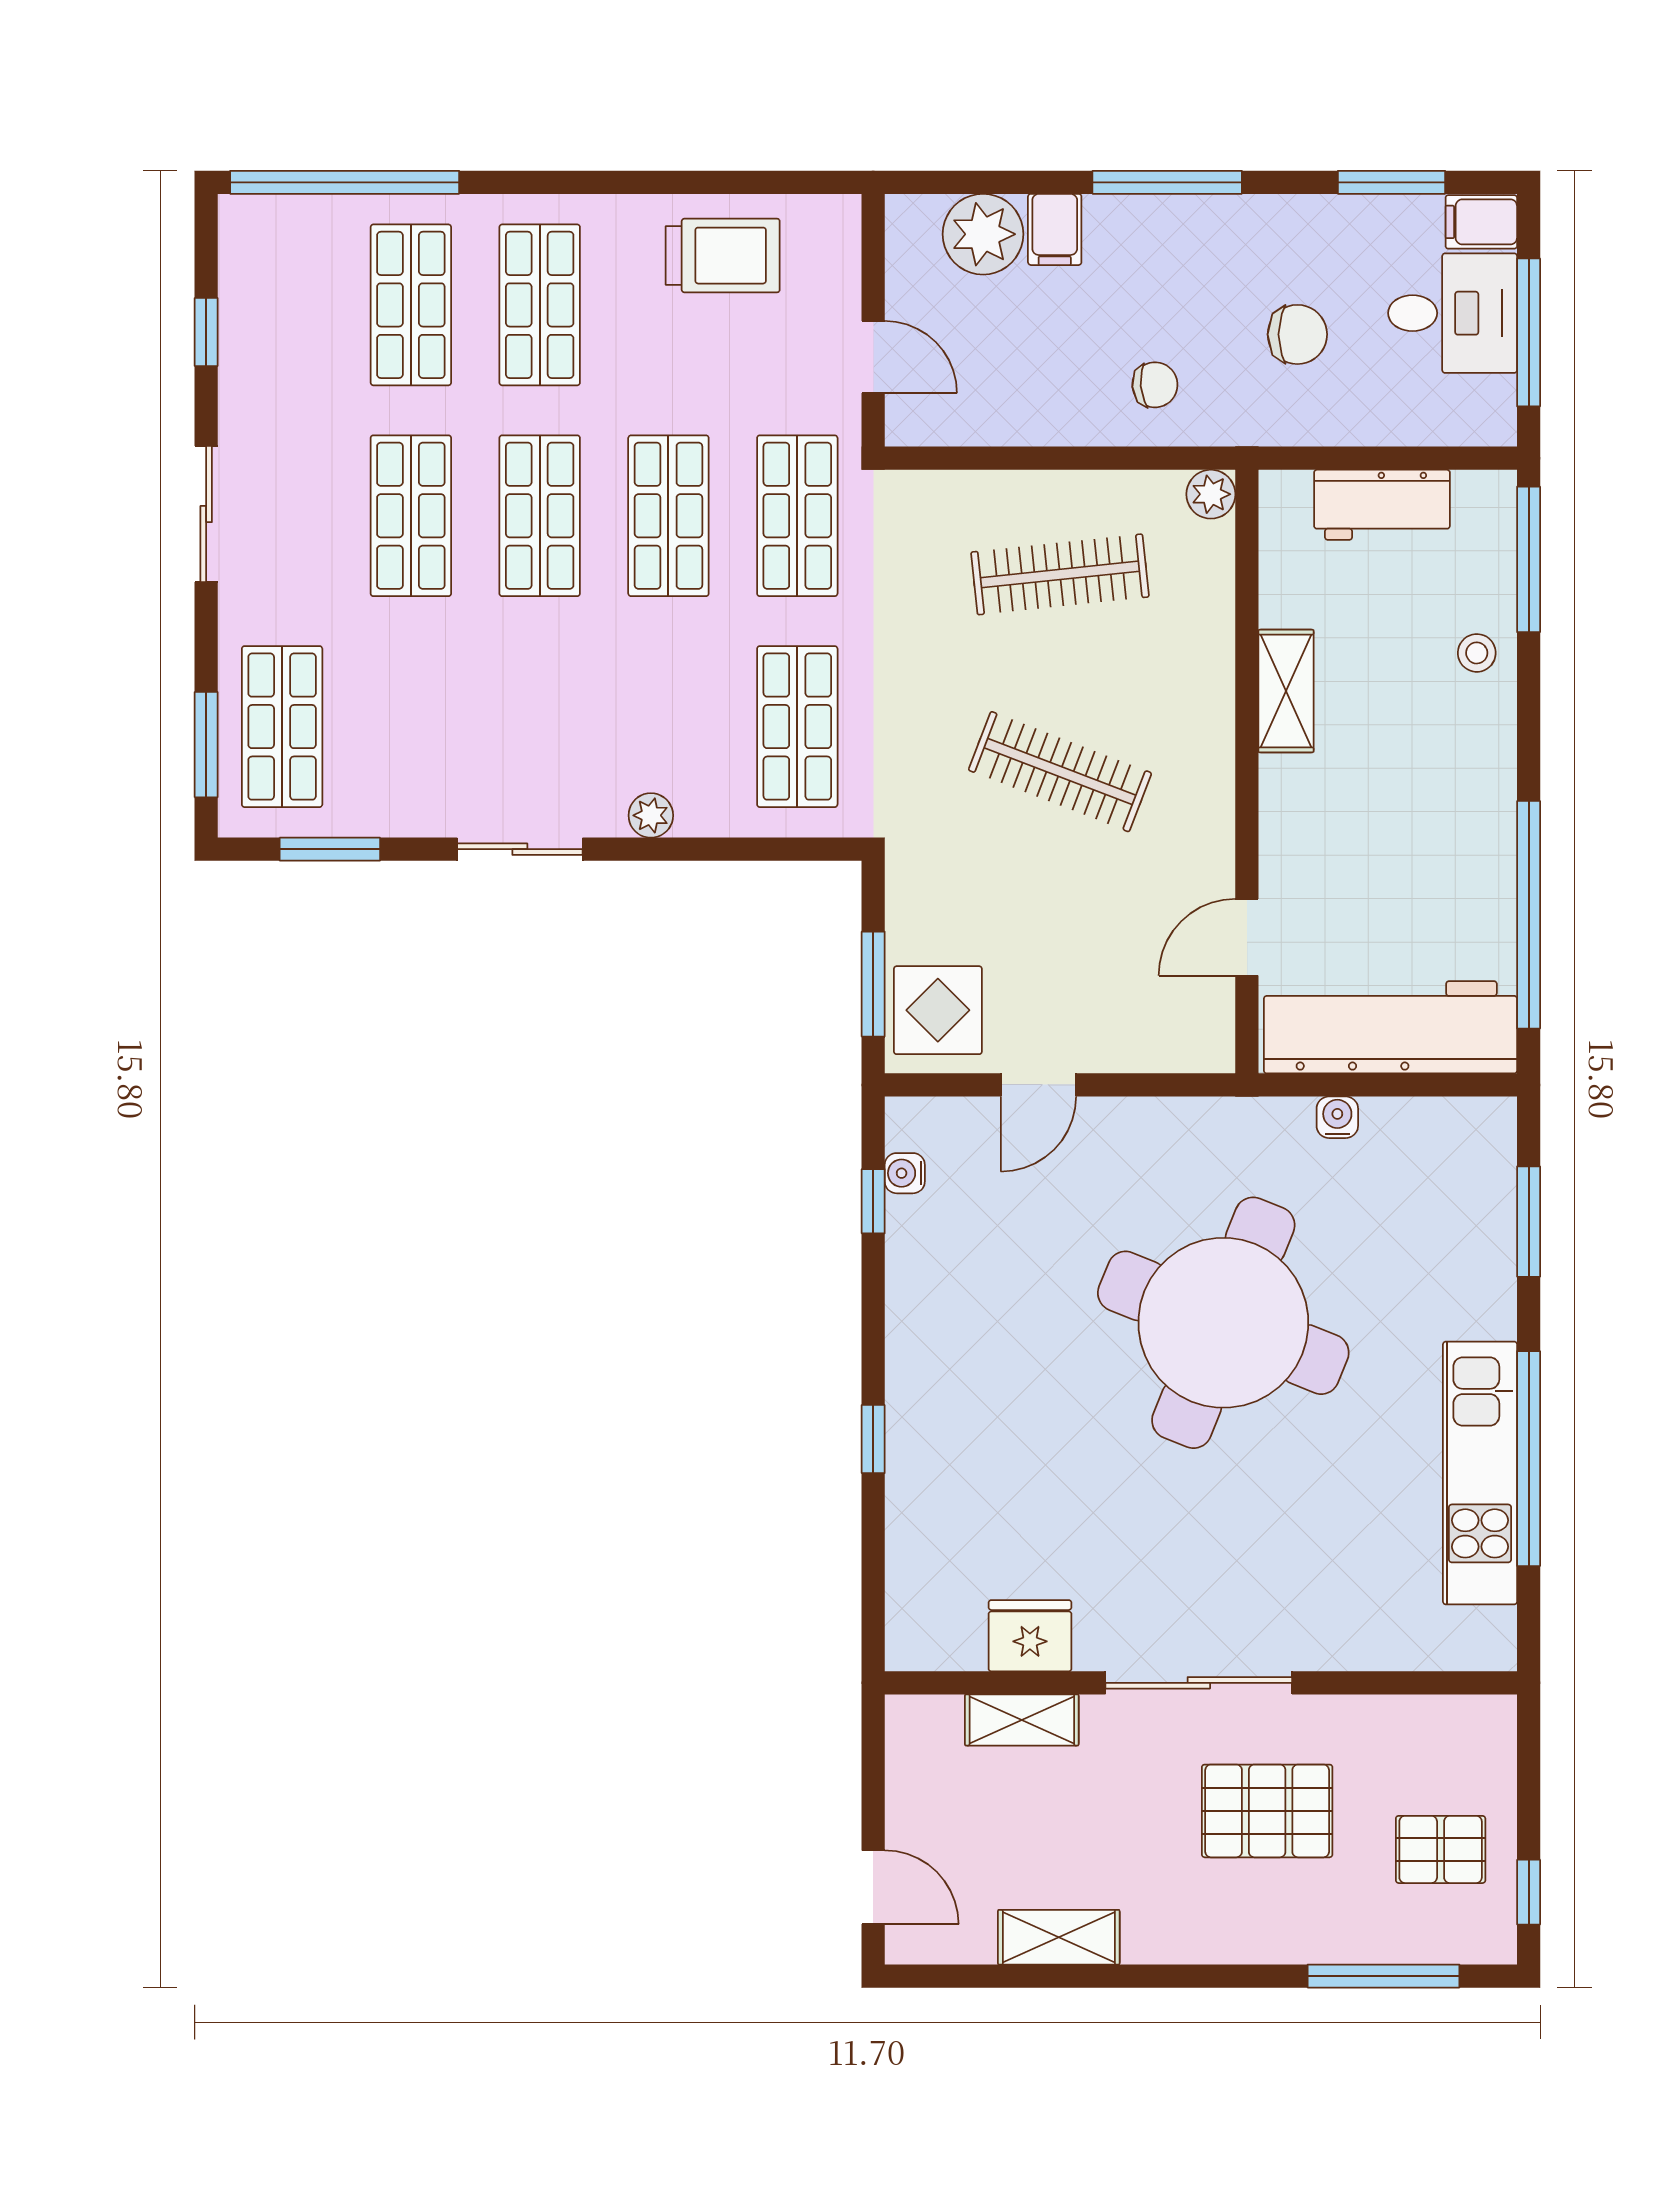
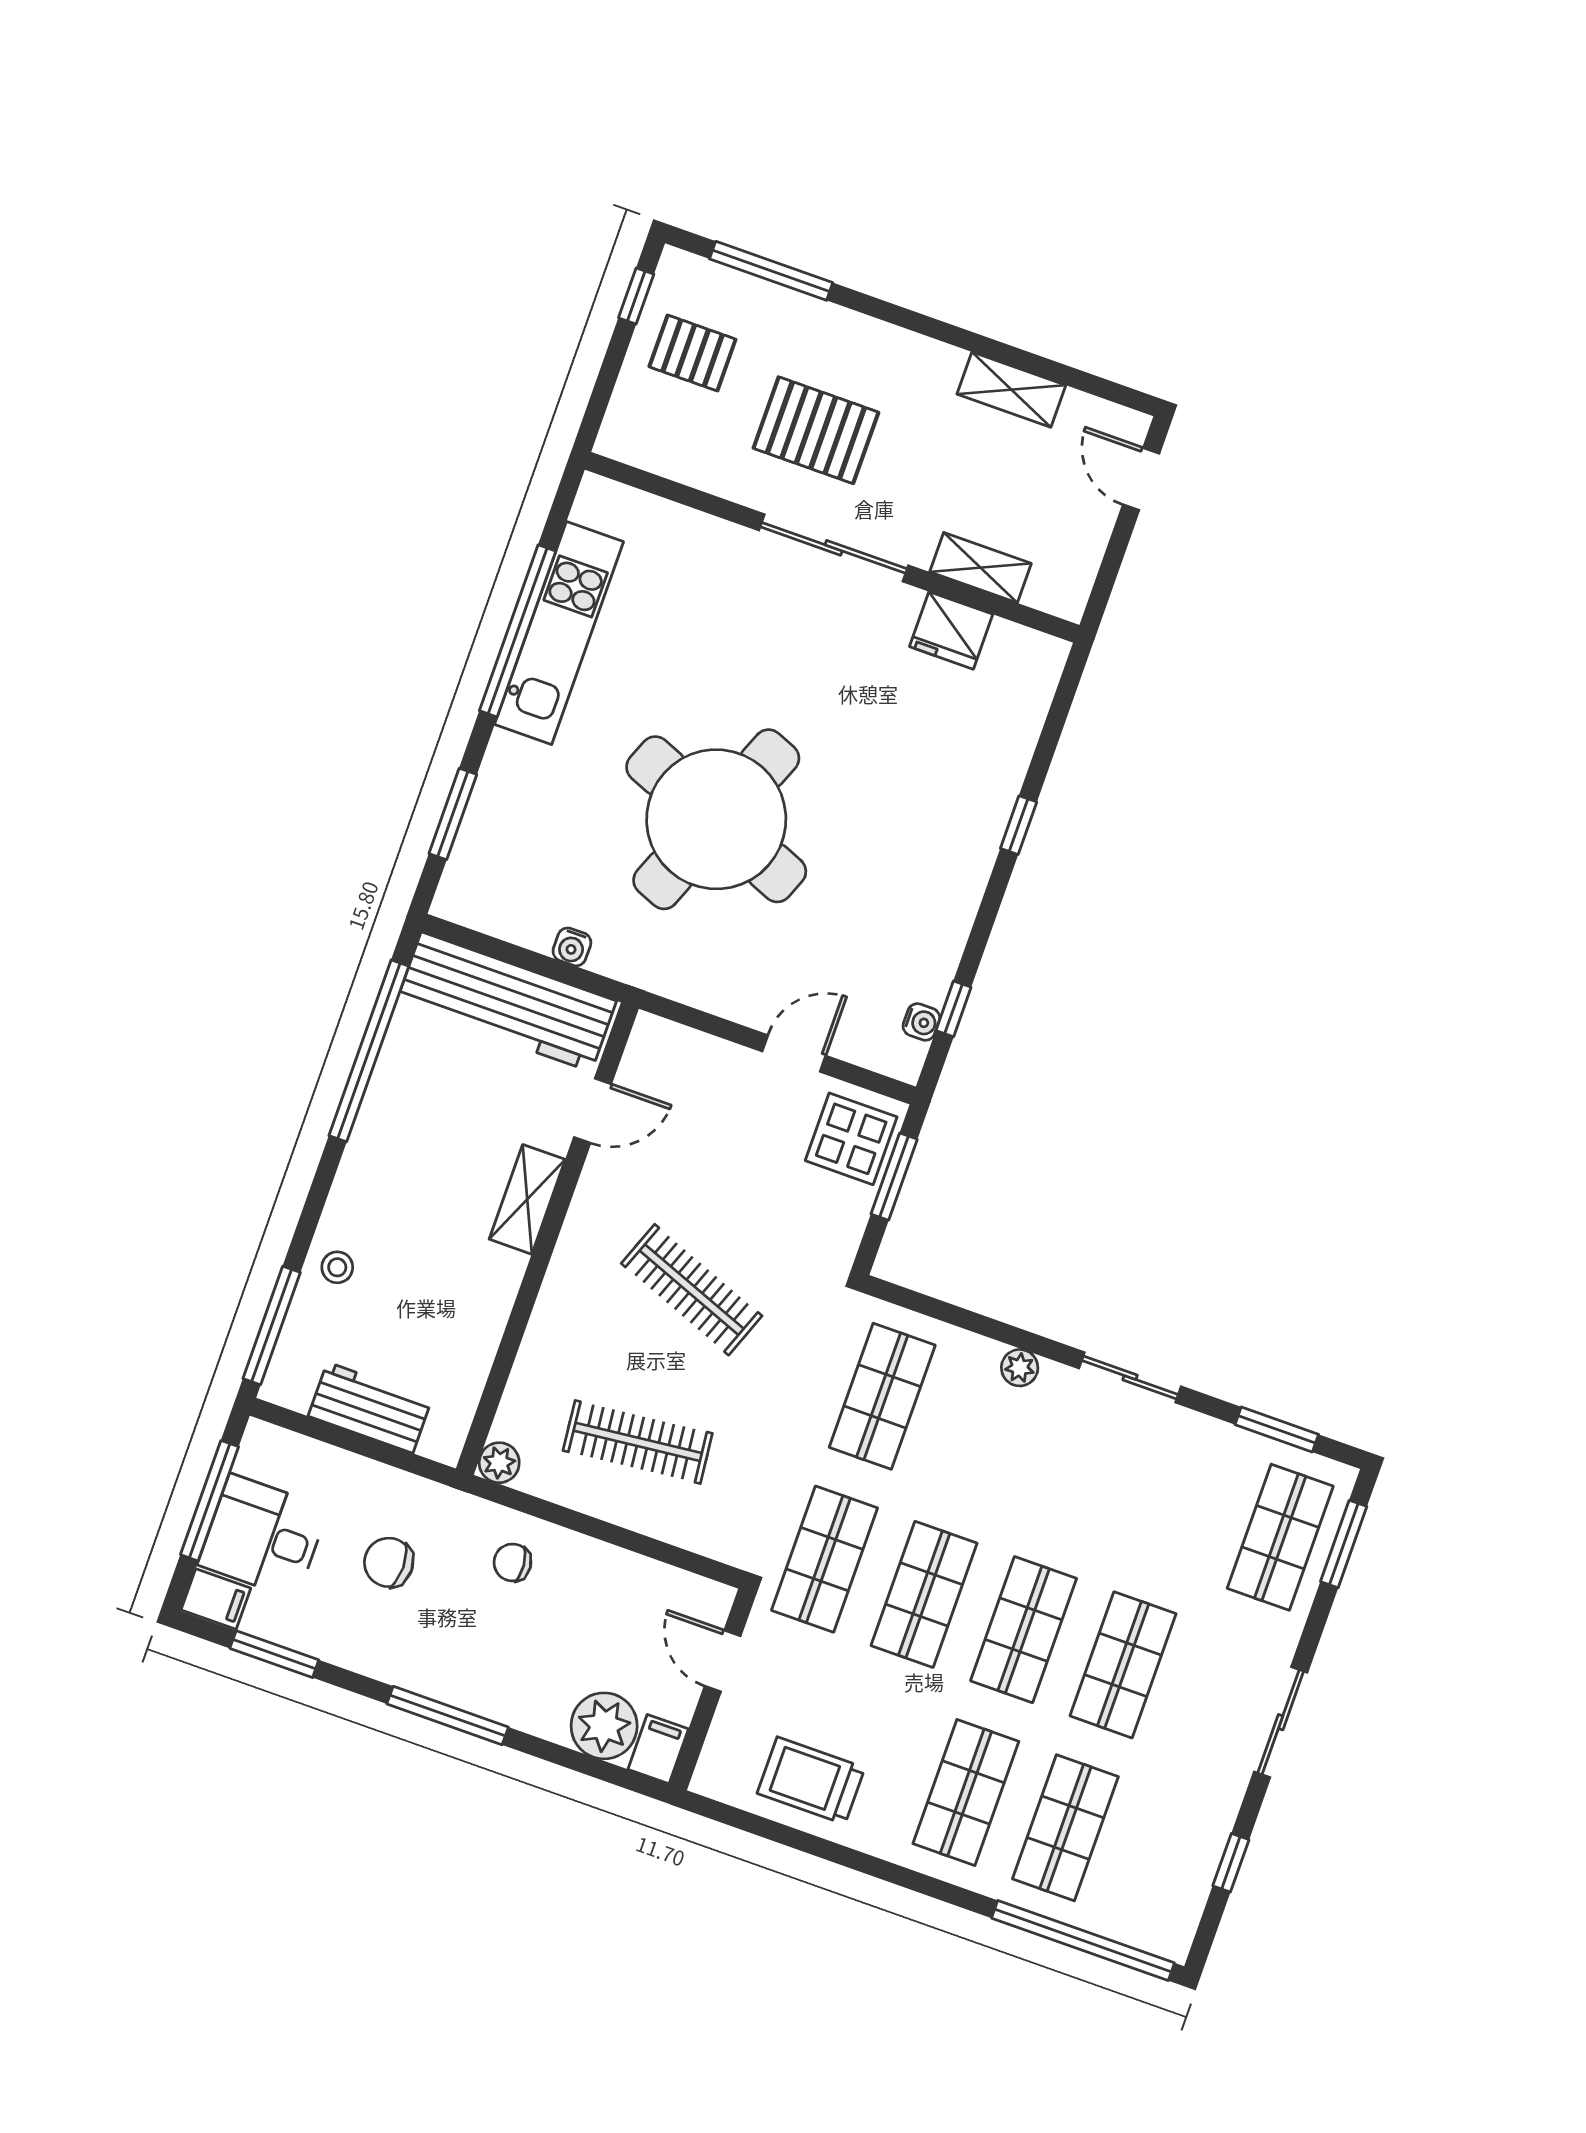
filing cabinet: (1055, 229) -> (658, 1749), moved
shelving: (1286, 691) -> (527, 1199), moved

